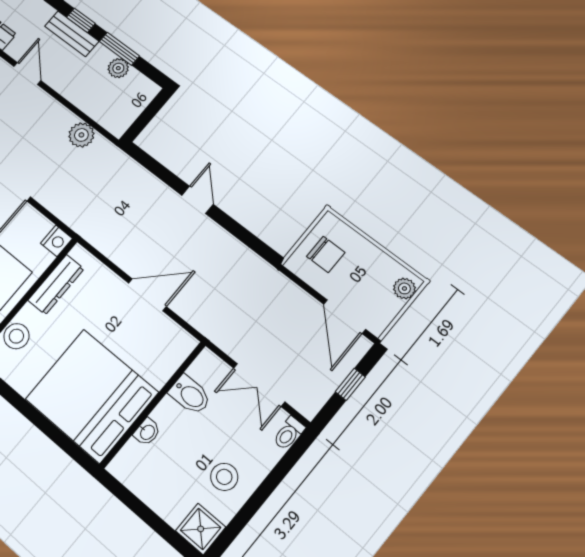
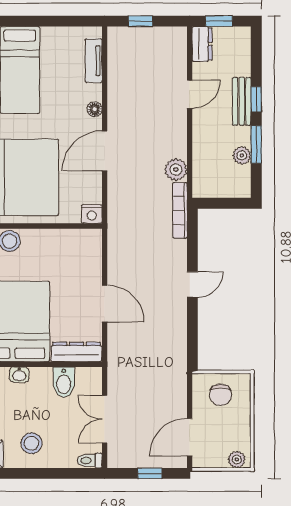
bookcase: (121, 159) -> (180, 210), added
dresser: (56, 285) -> (76, 352), moved, turned 180

